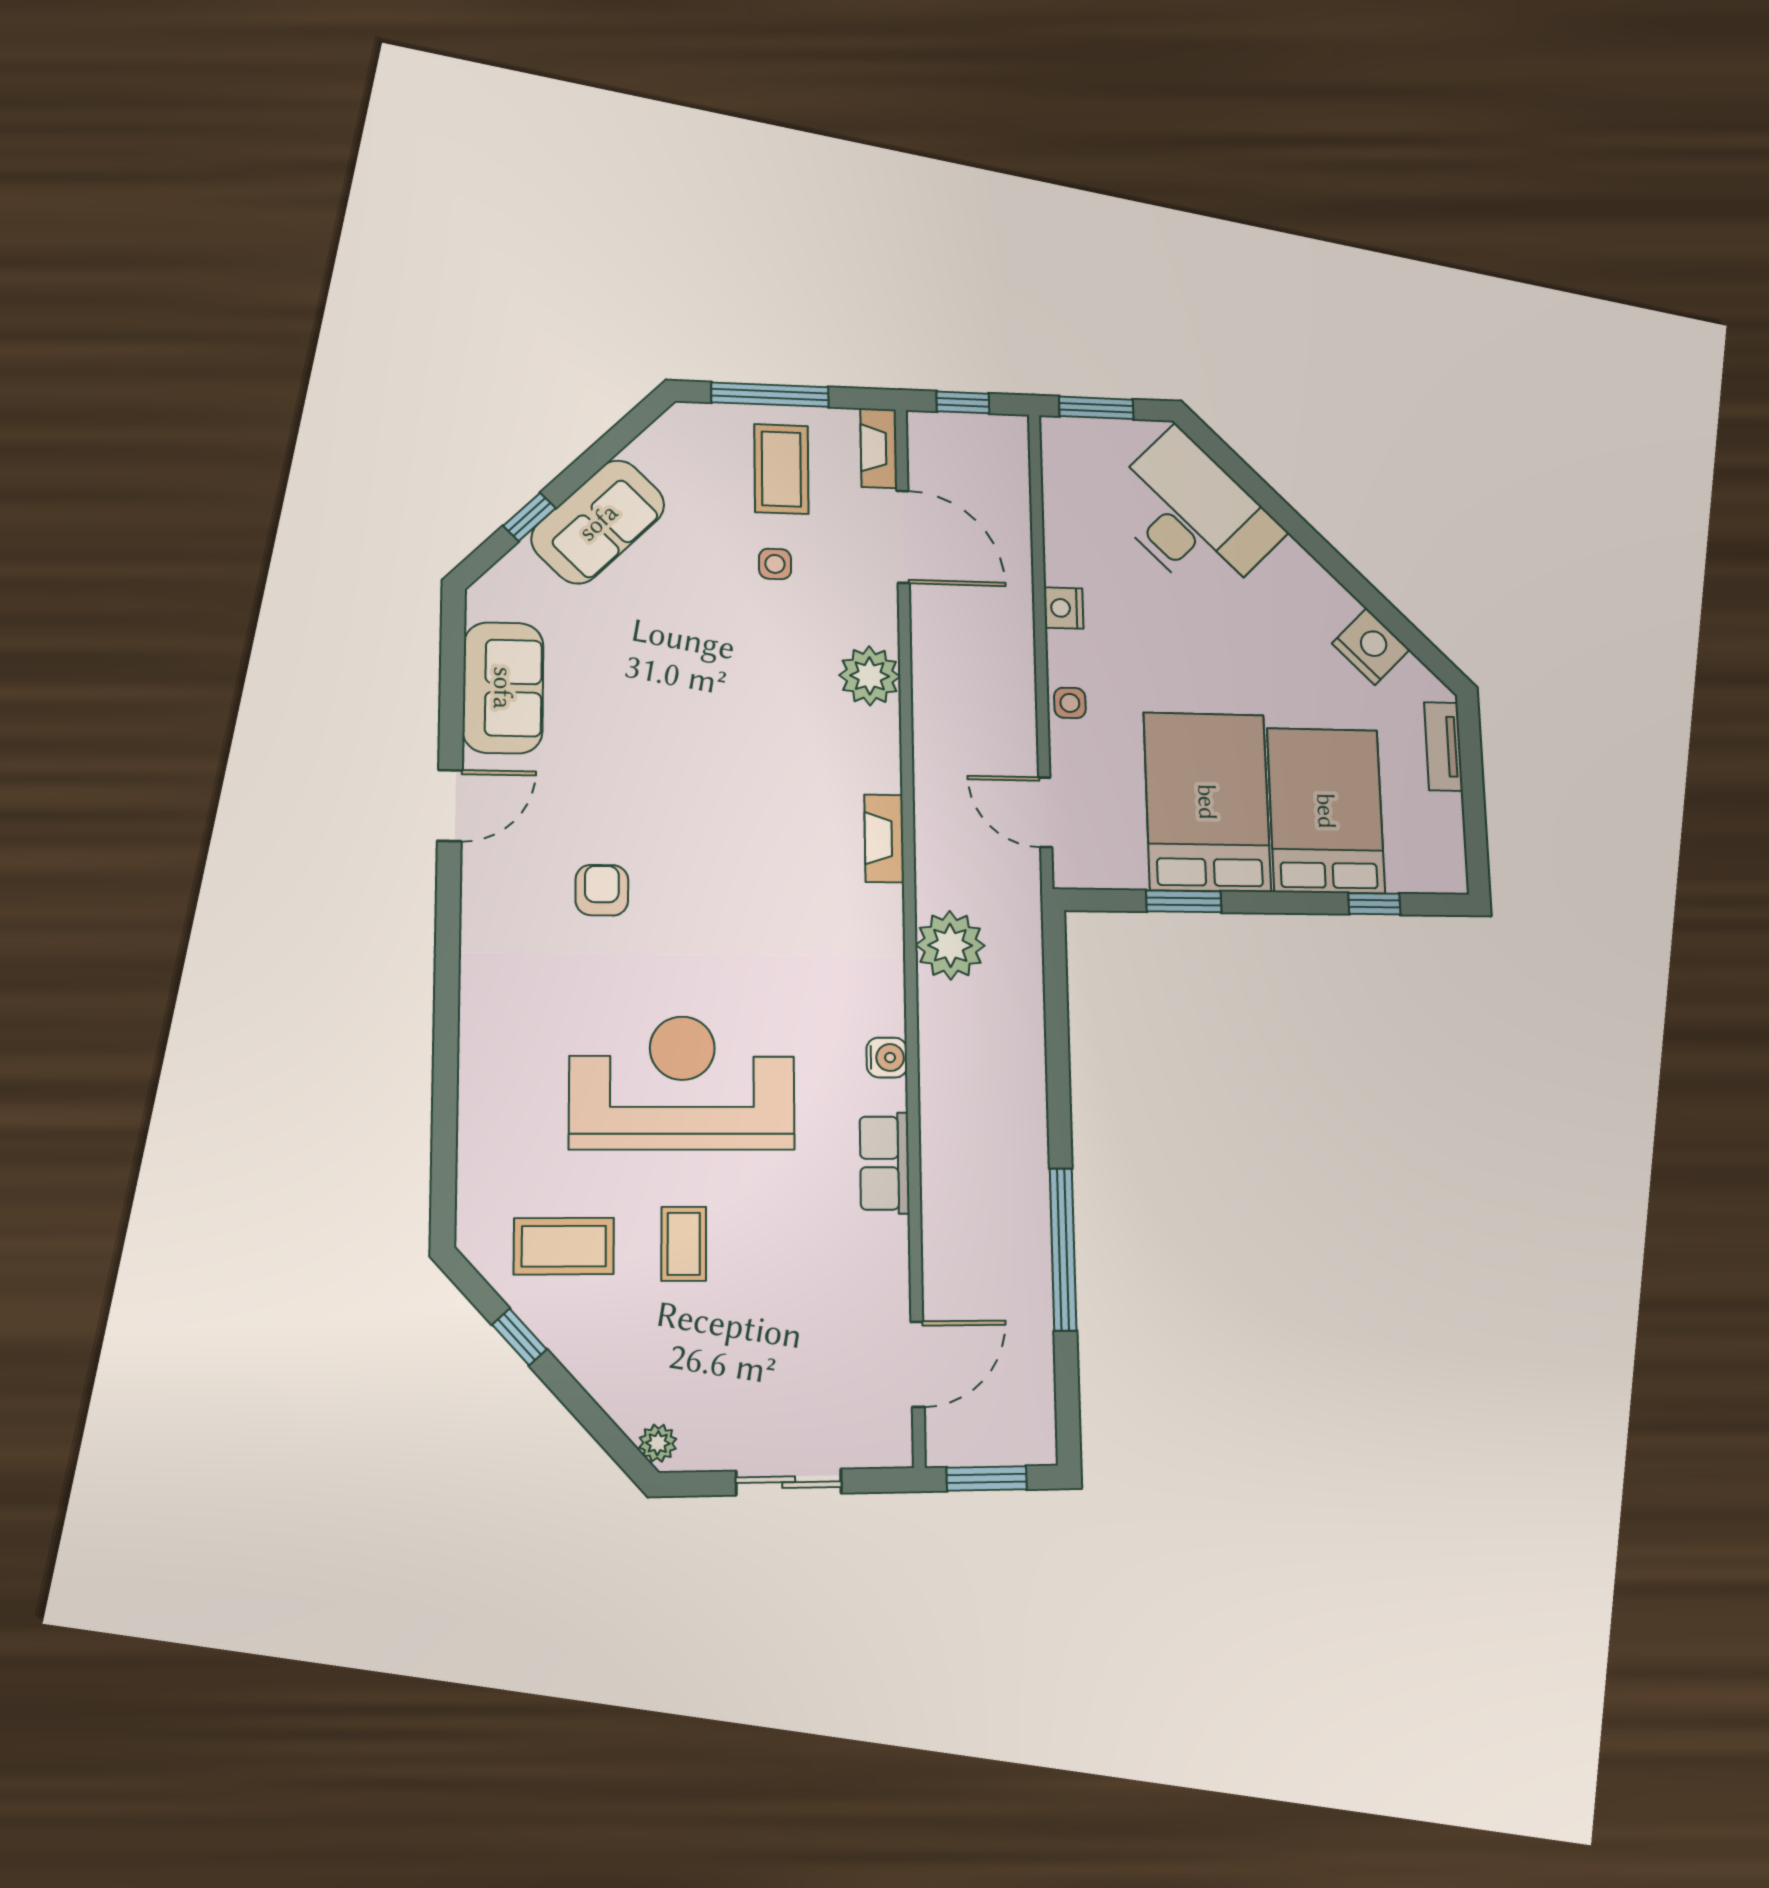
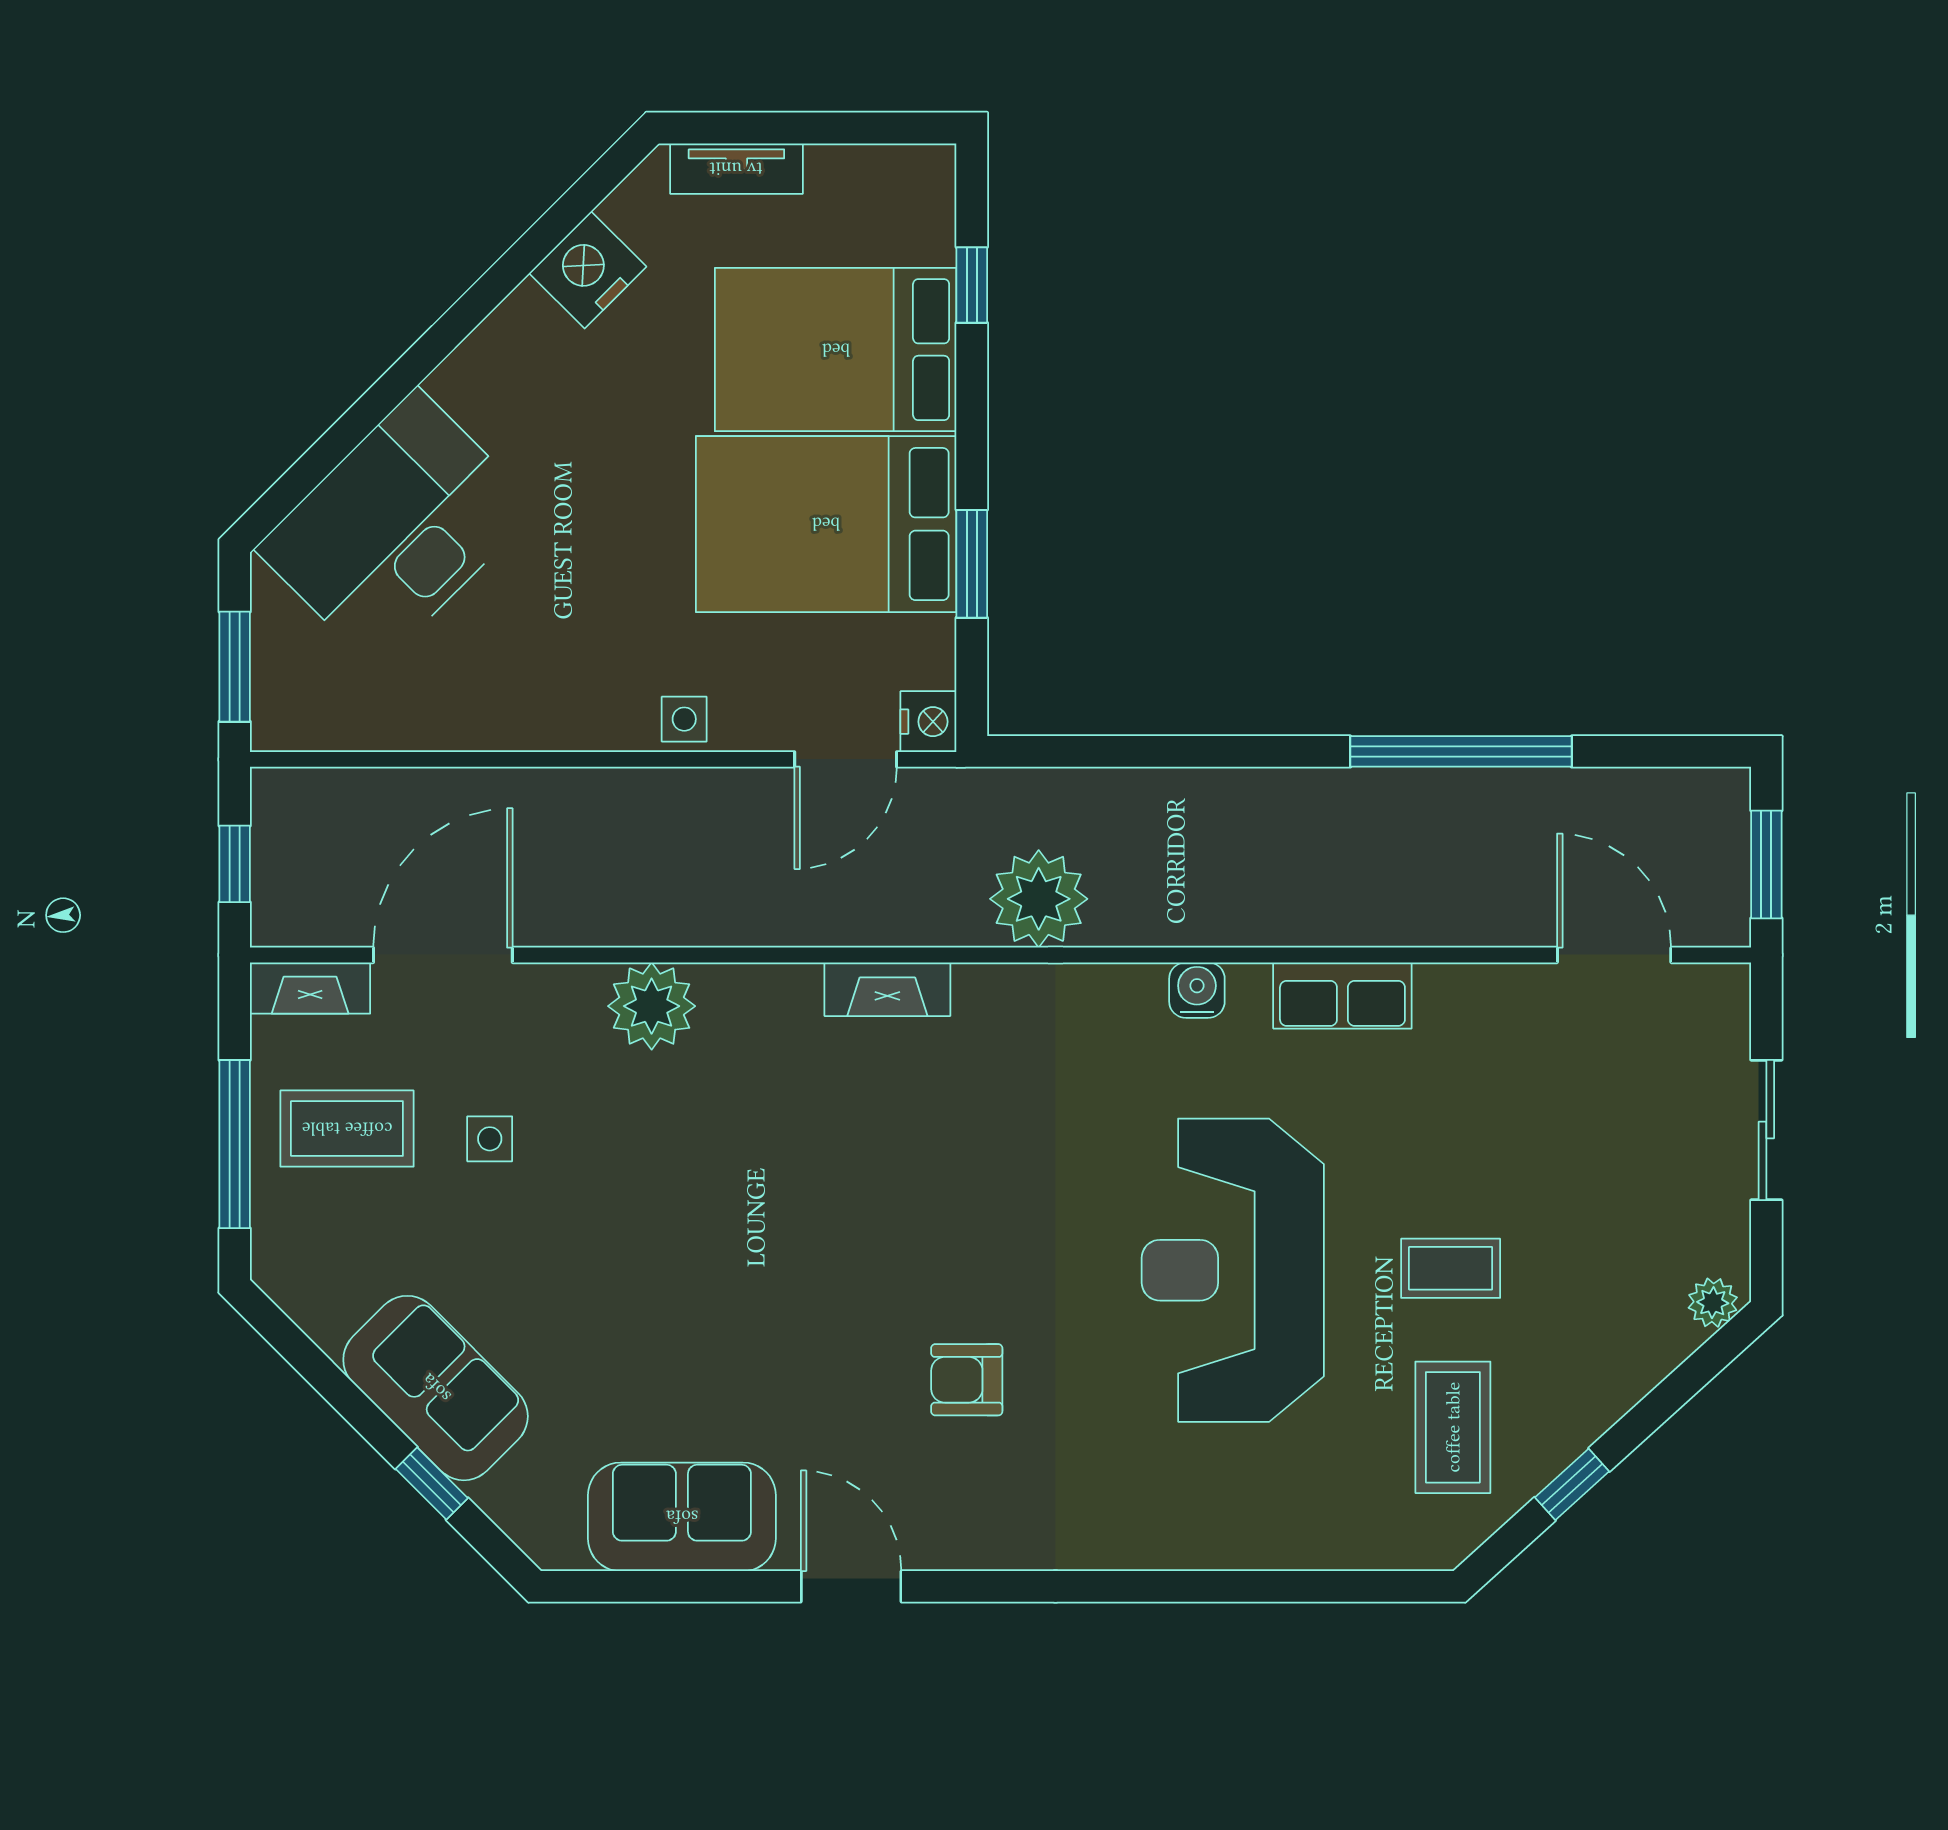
nightstand: (1064, 608) -> (928, 722), moved, turned -90

